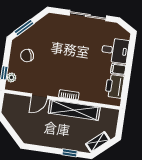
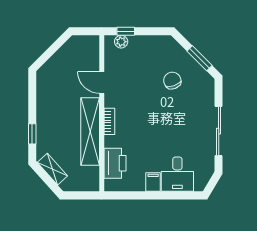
window: (24, 28) -> (200, 58), moved
chair: (27, 56) -> (172, 81), moved
printer: (115, 86) -> (115, 163), moved, turned 90

